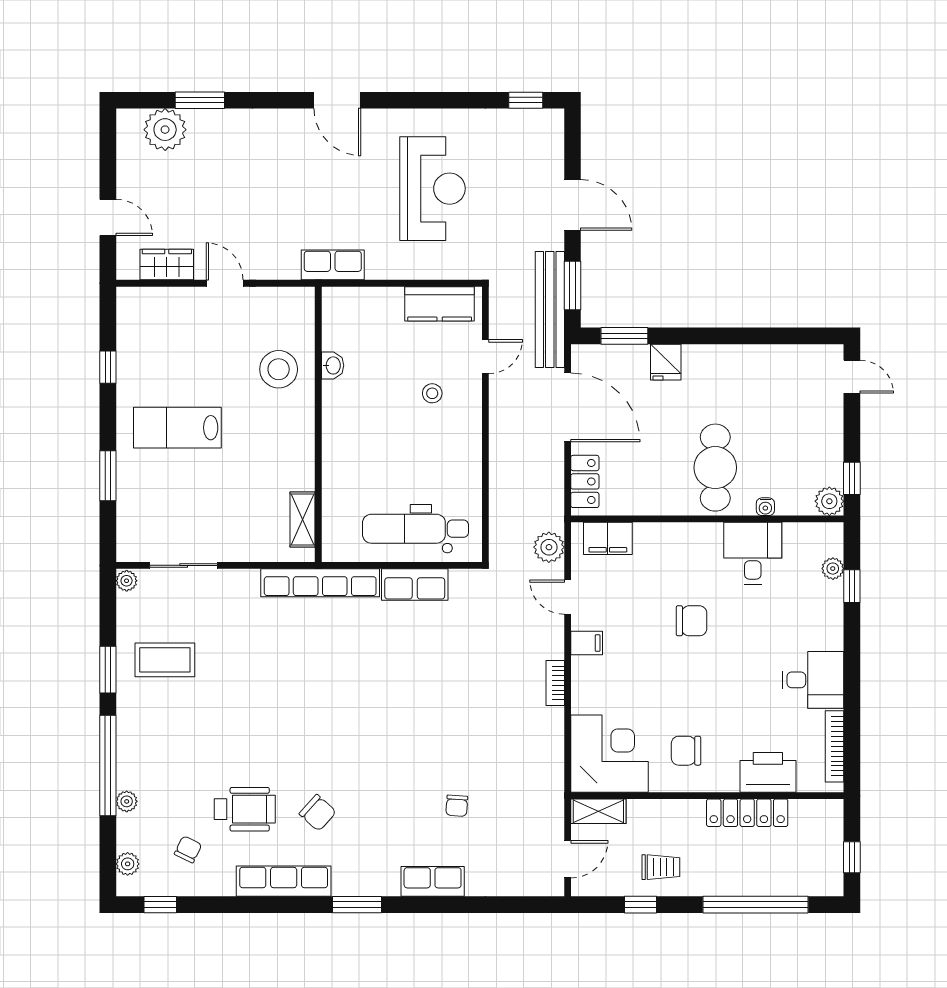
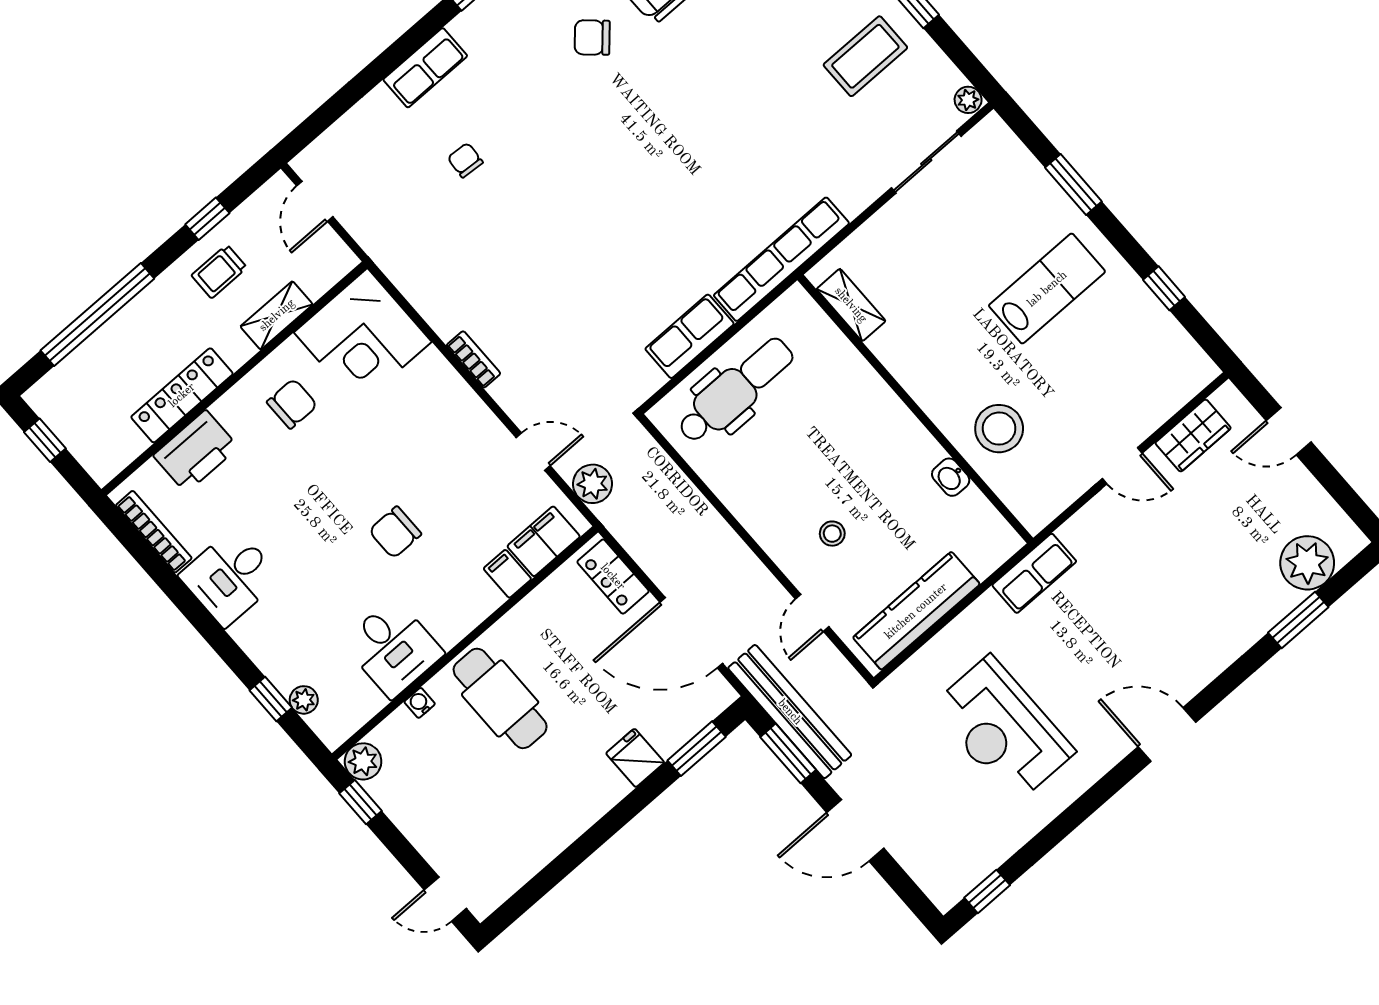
kitchen counter: (440, 304) -> (916, 611), width x1.50
filing cabinet: (587, 643) -> (507, 574), moved, turned 90
shelving: (598, 811) -> (277, 315), moved

